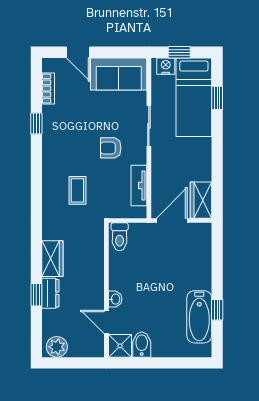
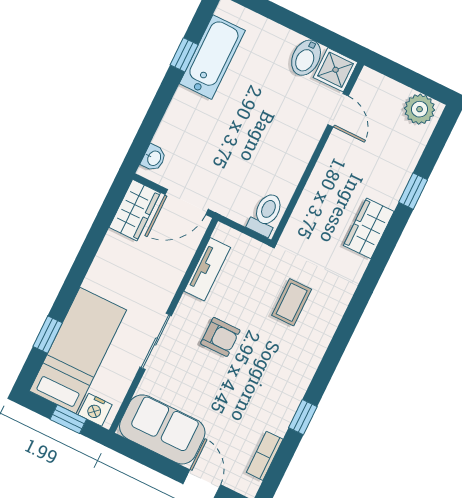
dresser: (50, 293) -> (394, 184), removed
washbasin: (115, 299) -> (154, 158), moved, turned 180

